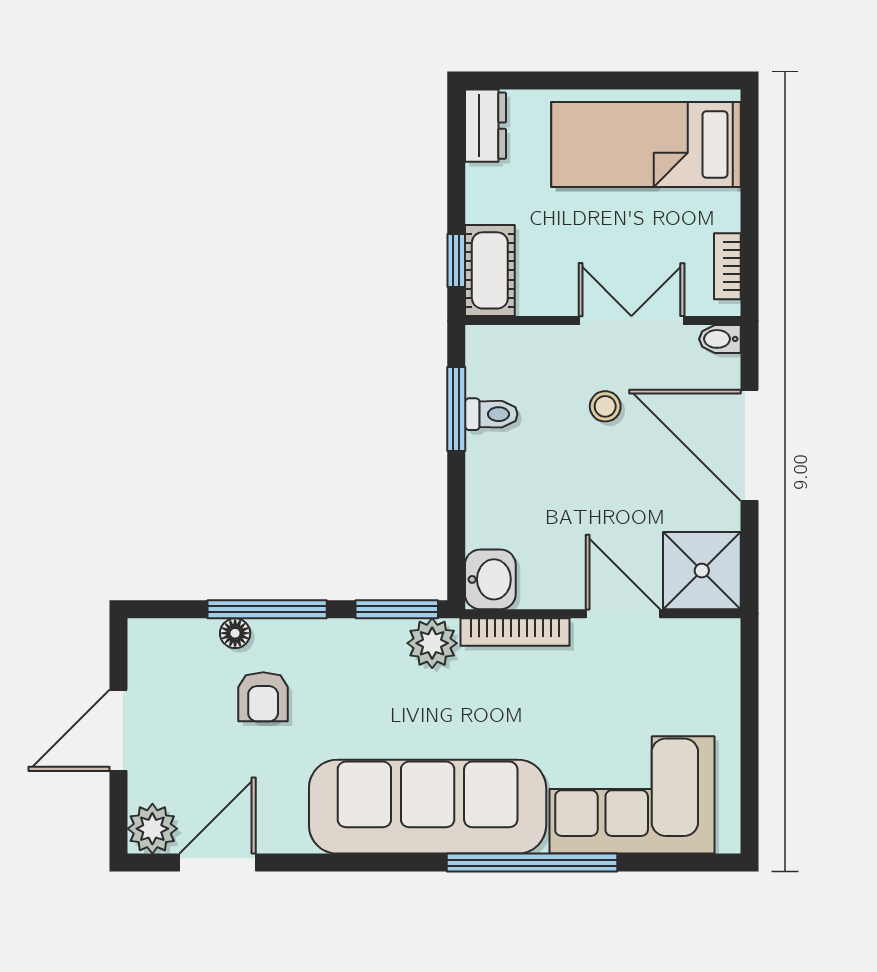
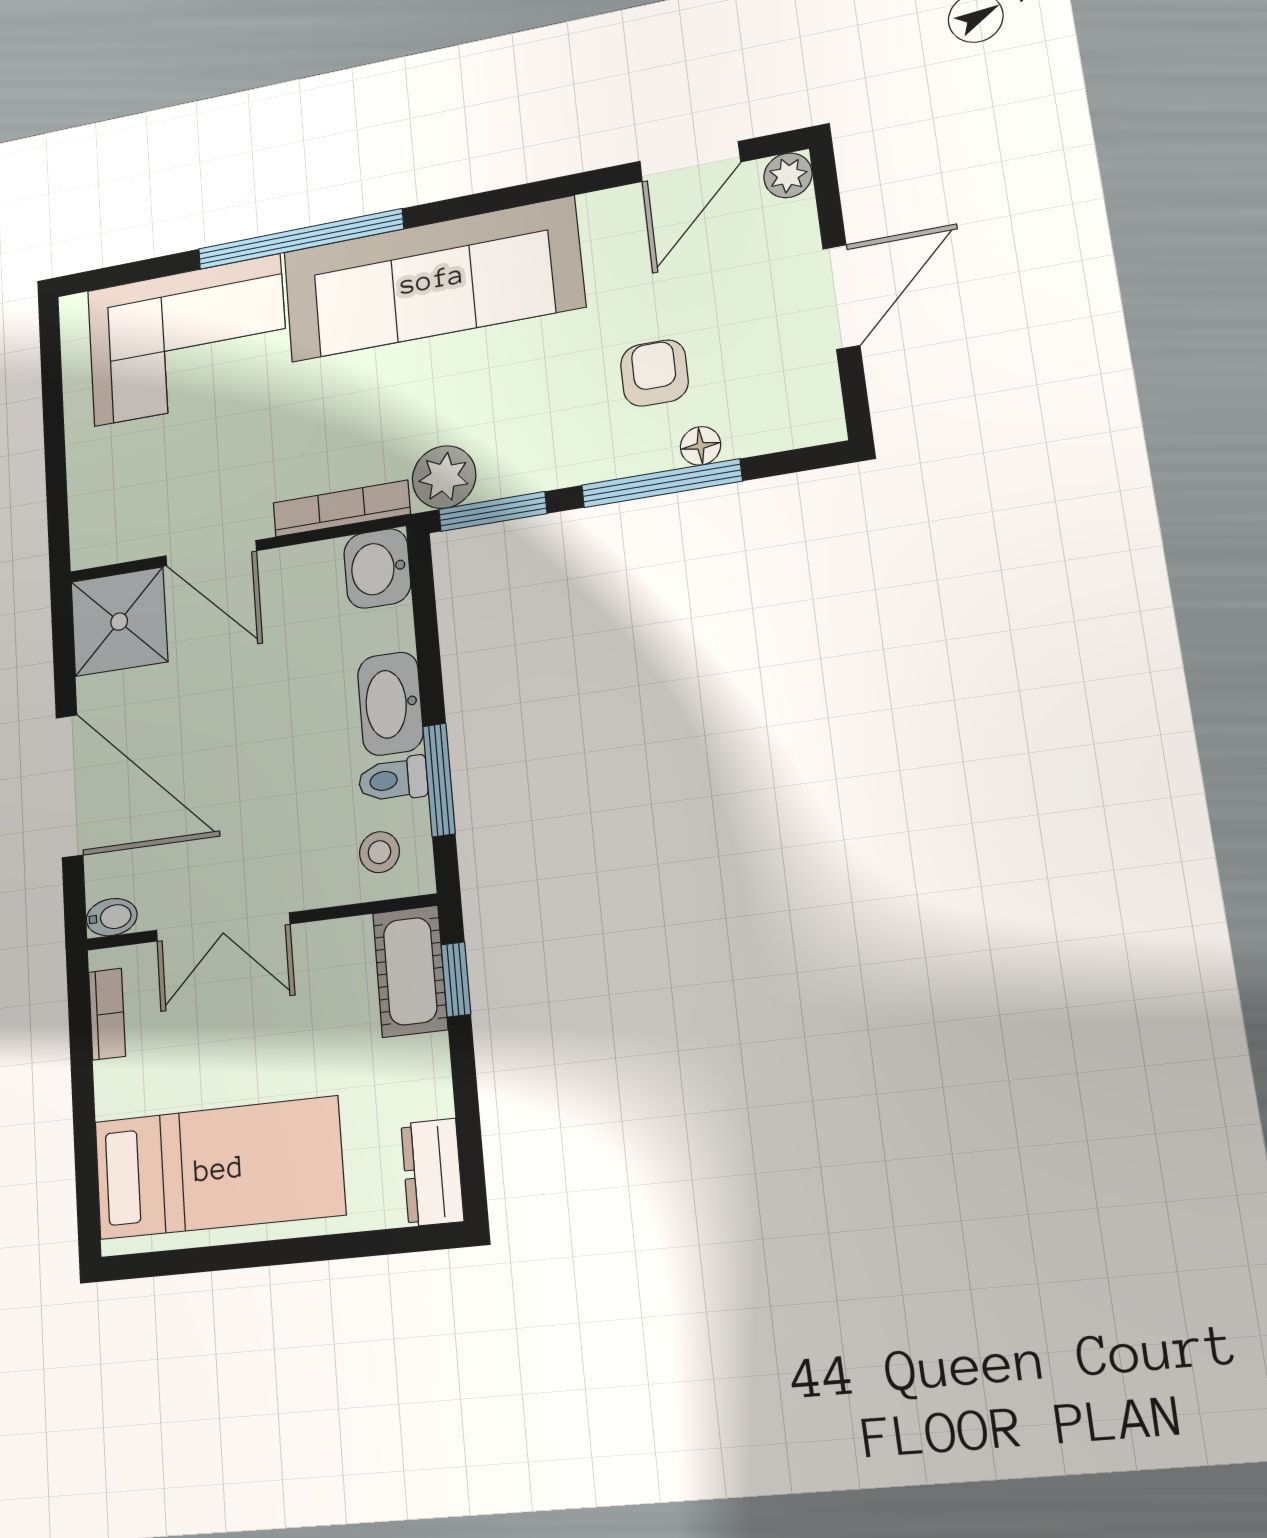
stool: (605, 406) -> (379, 852), moved
washbasin: (489, 472) -> (390, 704), added
plant: (152, 829) -> (788, 175), width x0.73, depth x0.73

